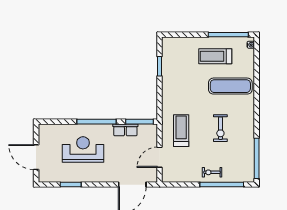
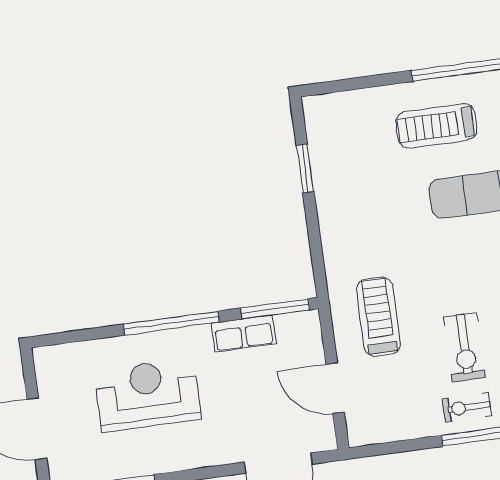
exercise bike: (220, 128) -> (465, 347), moved
door: (160, 157) -> (335, 388), hinge flipped

